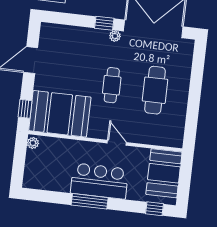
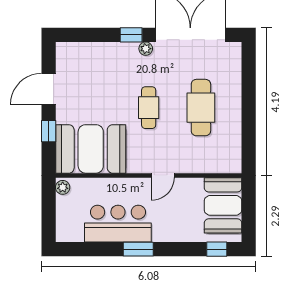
window: (25, 109) -> (49, 131), moved
door: (117, 143) -> (163, 175), swing flipped
bar counter: (99, 181) -> (118, 224), moved
window: (90, 201) -> (138, 249), width x0.69

